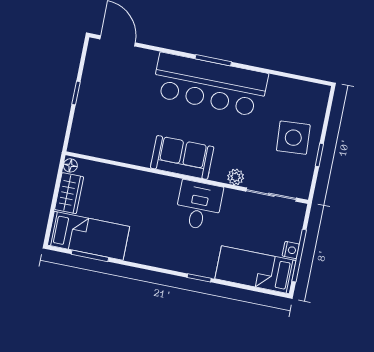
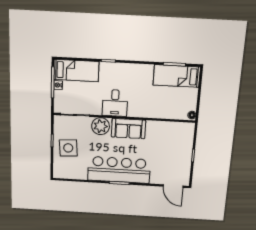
plant: (236, 177) -> (101, 126), width x1.88, depth x1.88
wardrobe: (69, 193) -> (191, 99), removed

